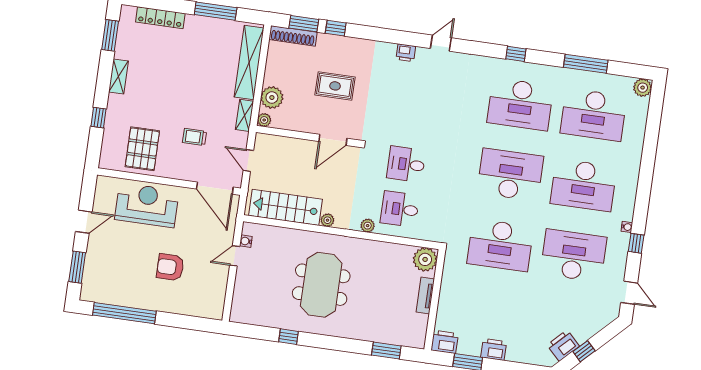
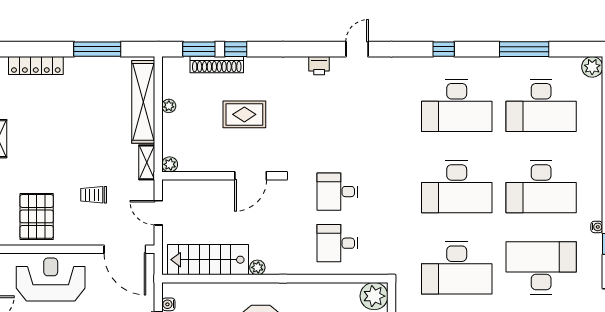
shoe rack: (293, 36) -> (217, 65), moved
plant: (272, 98) -> (169, 106), moved, width x0.53, depth x0.53
desk: (510, 175) -> (457, 187), turned 180
plant: (368, 226) -> (304, 267), removed

